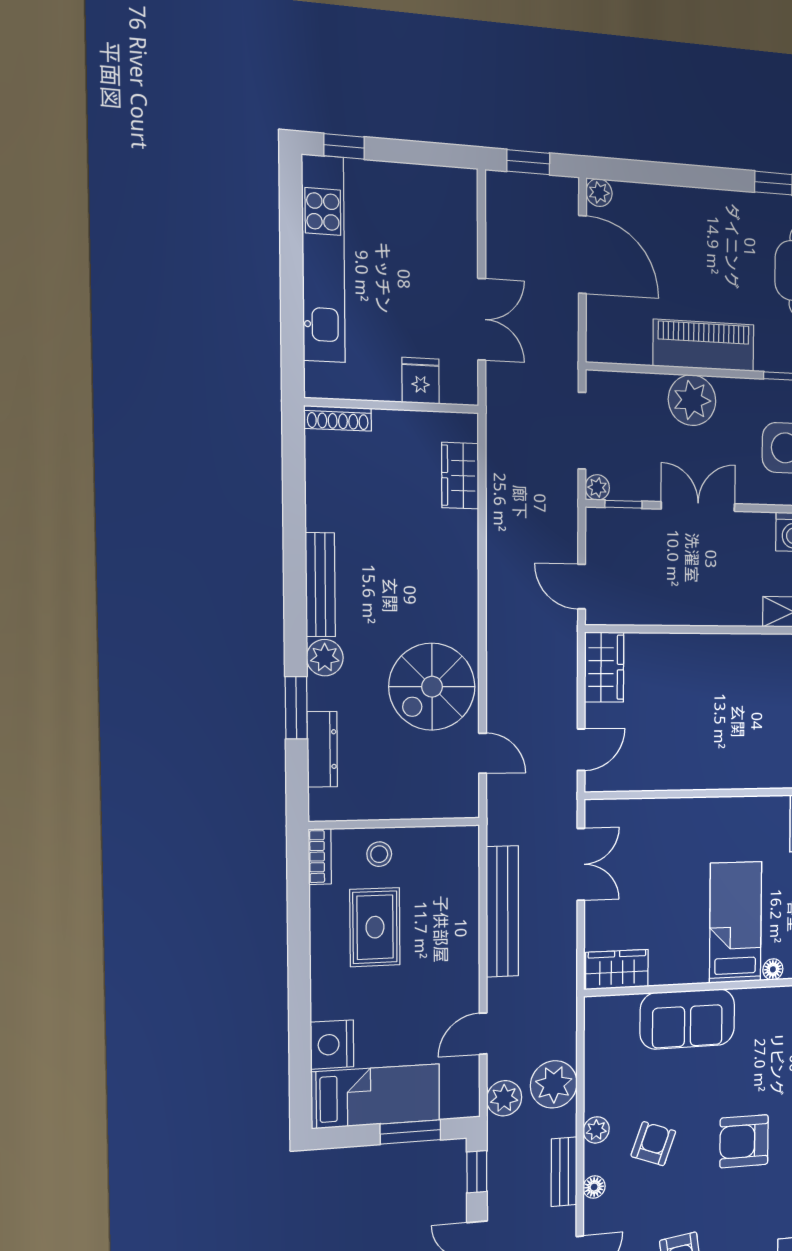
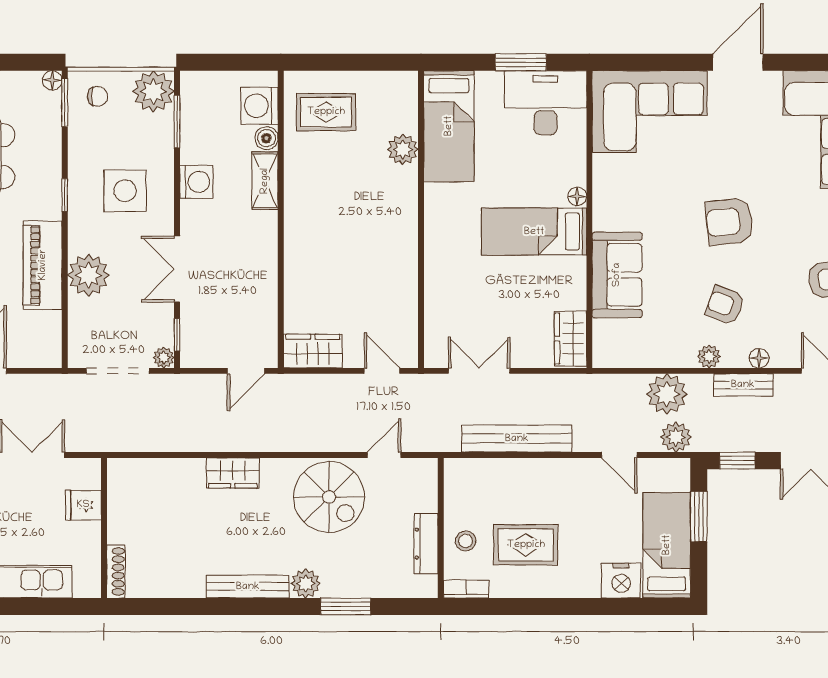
wardrobe: (460, 476) -> (233, 473), moved
dresser: (322, 749) -> (426, 544), moved, turned -90
armchair: (744, 1141) -> (729, 222), turned 84

